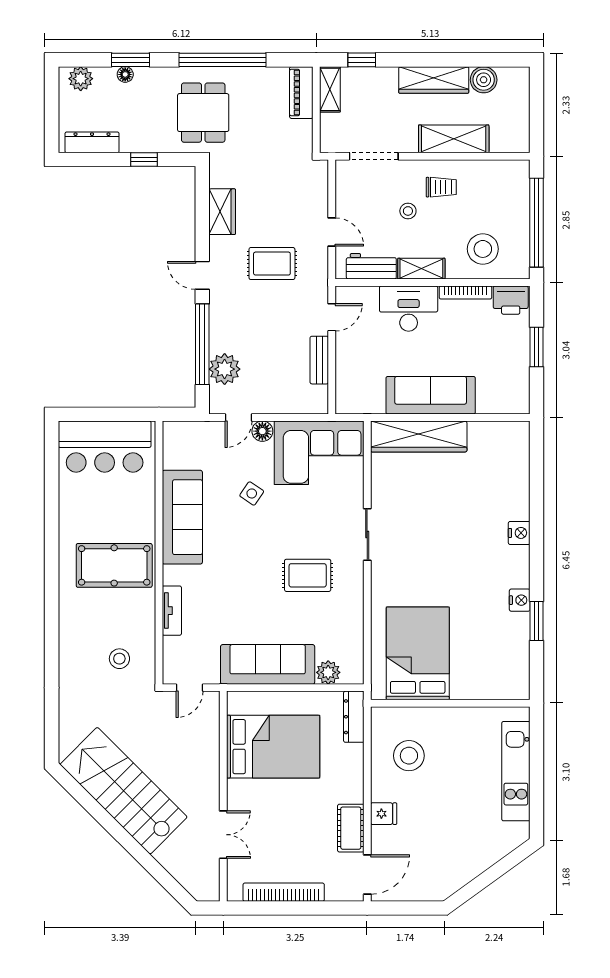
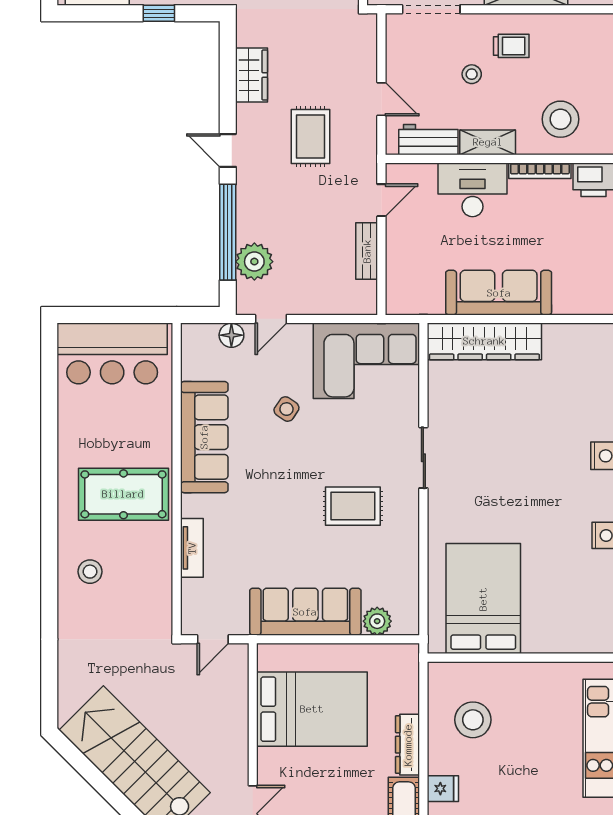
rug: (272, 264) -> (311, 136), turned 90
floor lamp: (262, 431) -> (231, 335), moved
stool: (119, 659) -> (90, 572), moved
dresser: (354, 717) -> (408, 745), moved

